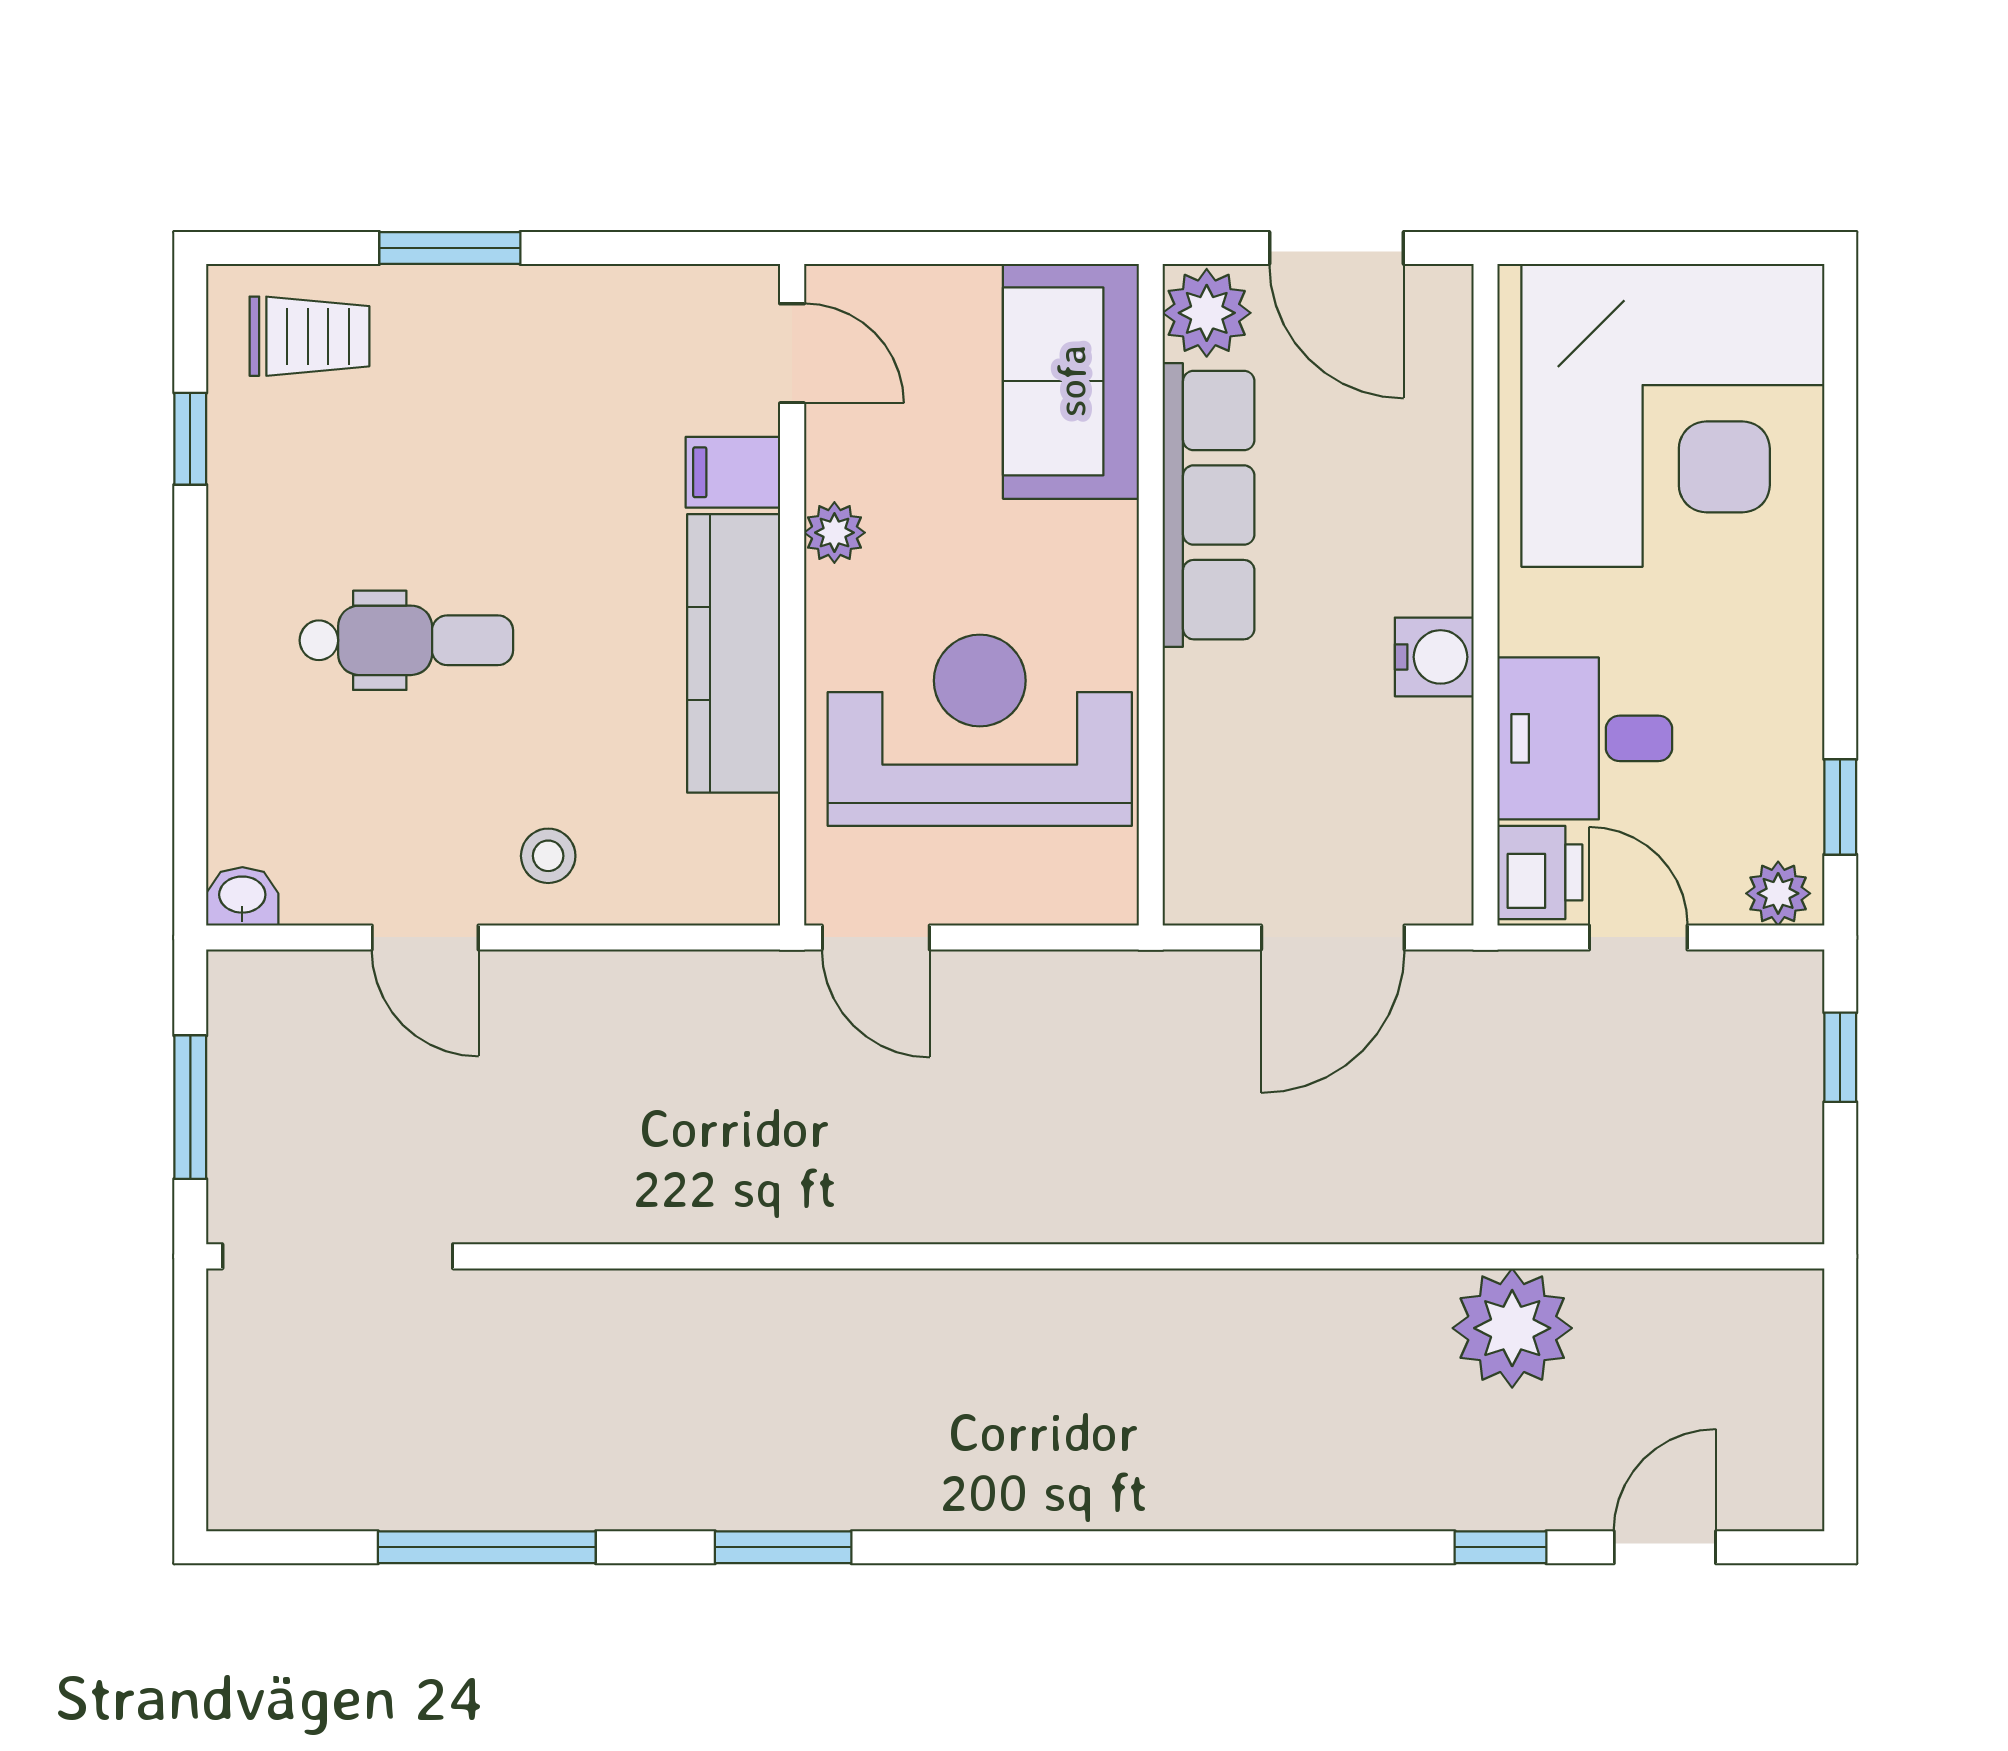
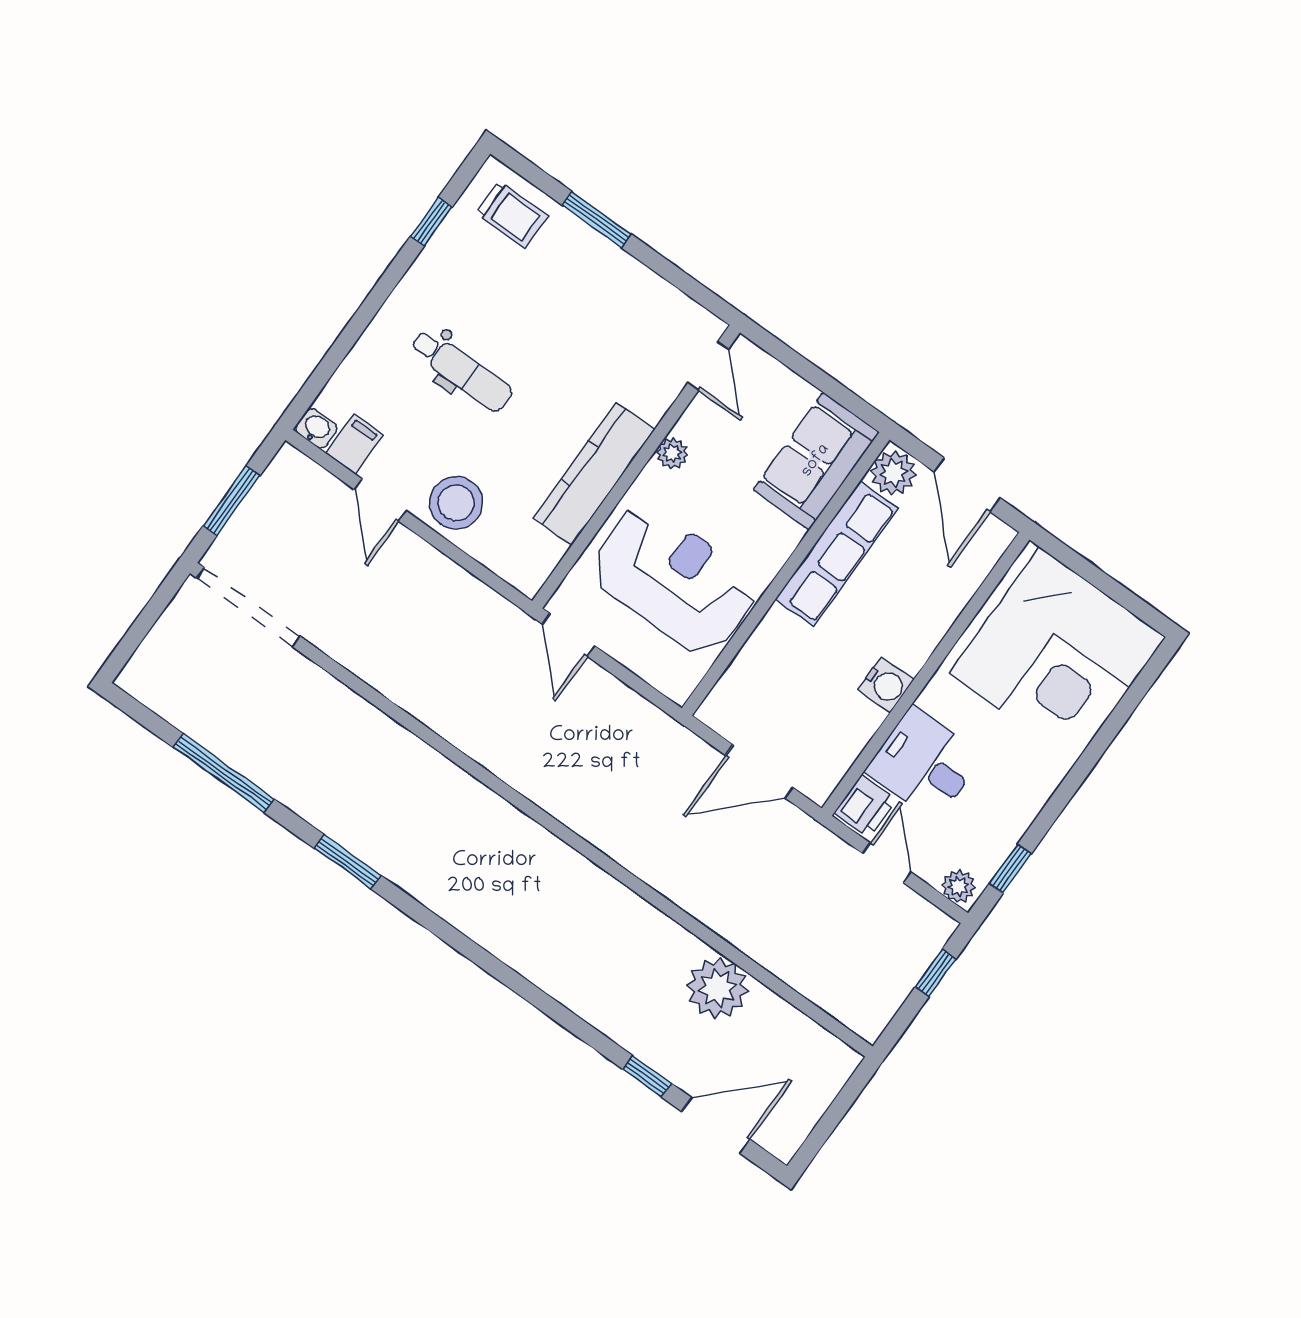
filing cabinet: (733, 472) -> (354, 444), moved, turned 90
stool: (548, 856) -> (456, 503), width x1.89, depth x1.89
door: (1665, 1547) -> (716, 1125), width x1.38

